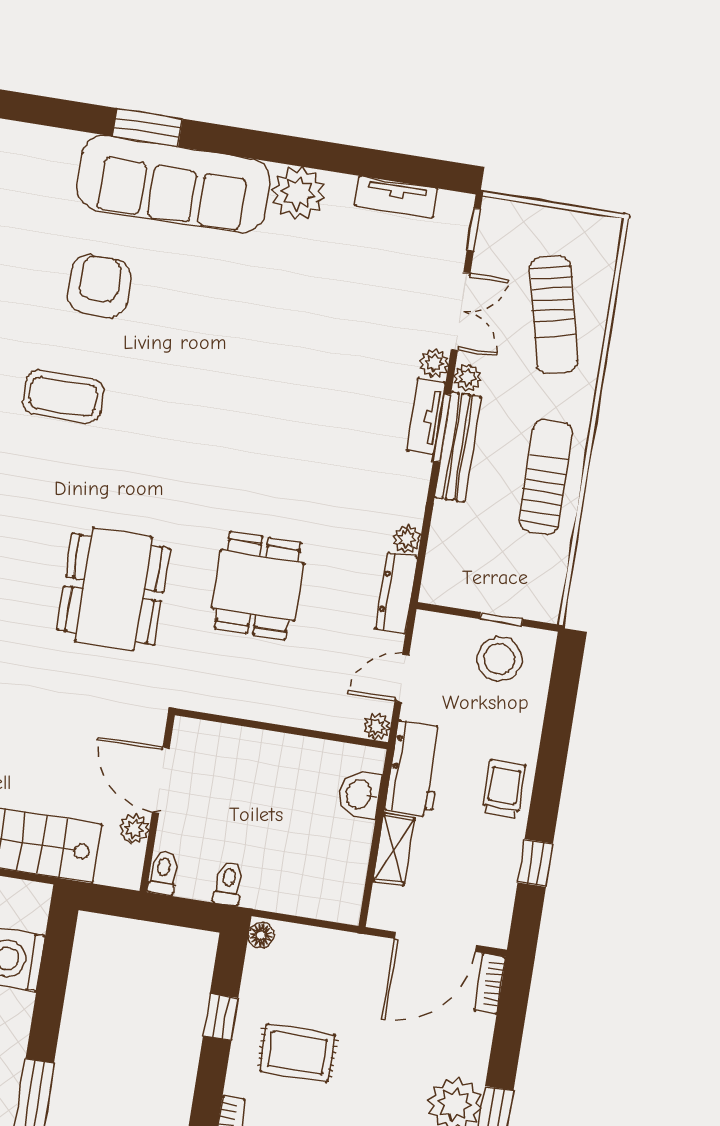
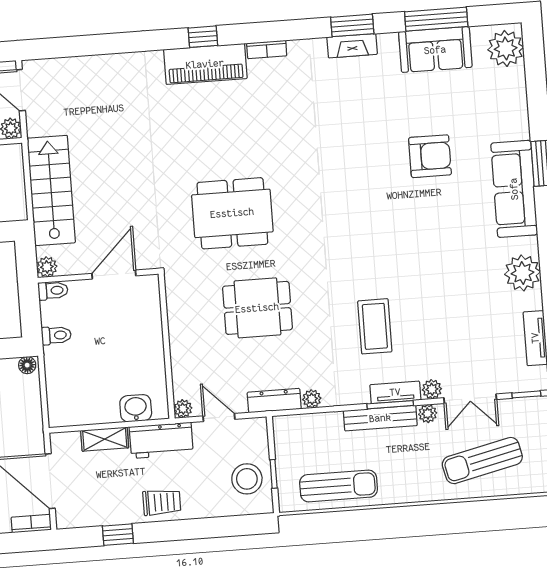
sofa: (173, 184) -> (514, 189), width x0.74, depth x0.79
coffee table: (63, 397) -> (375, 326), moved
sun lounger: (546, 477) -> (339, 486), moved
plant: (134, 829) -> (47, 267), moved

